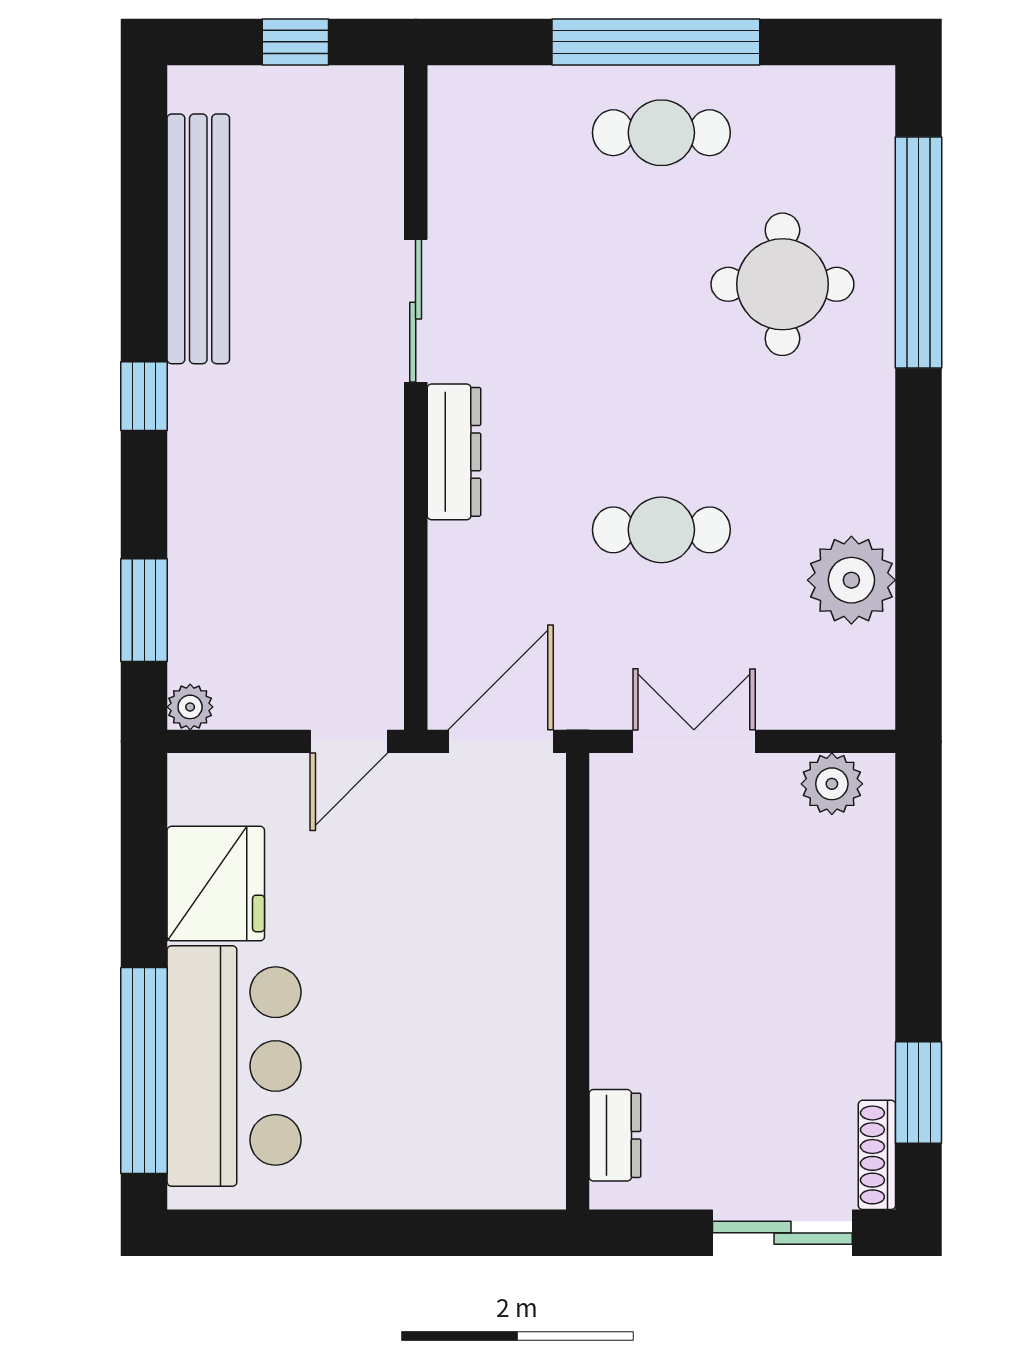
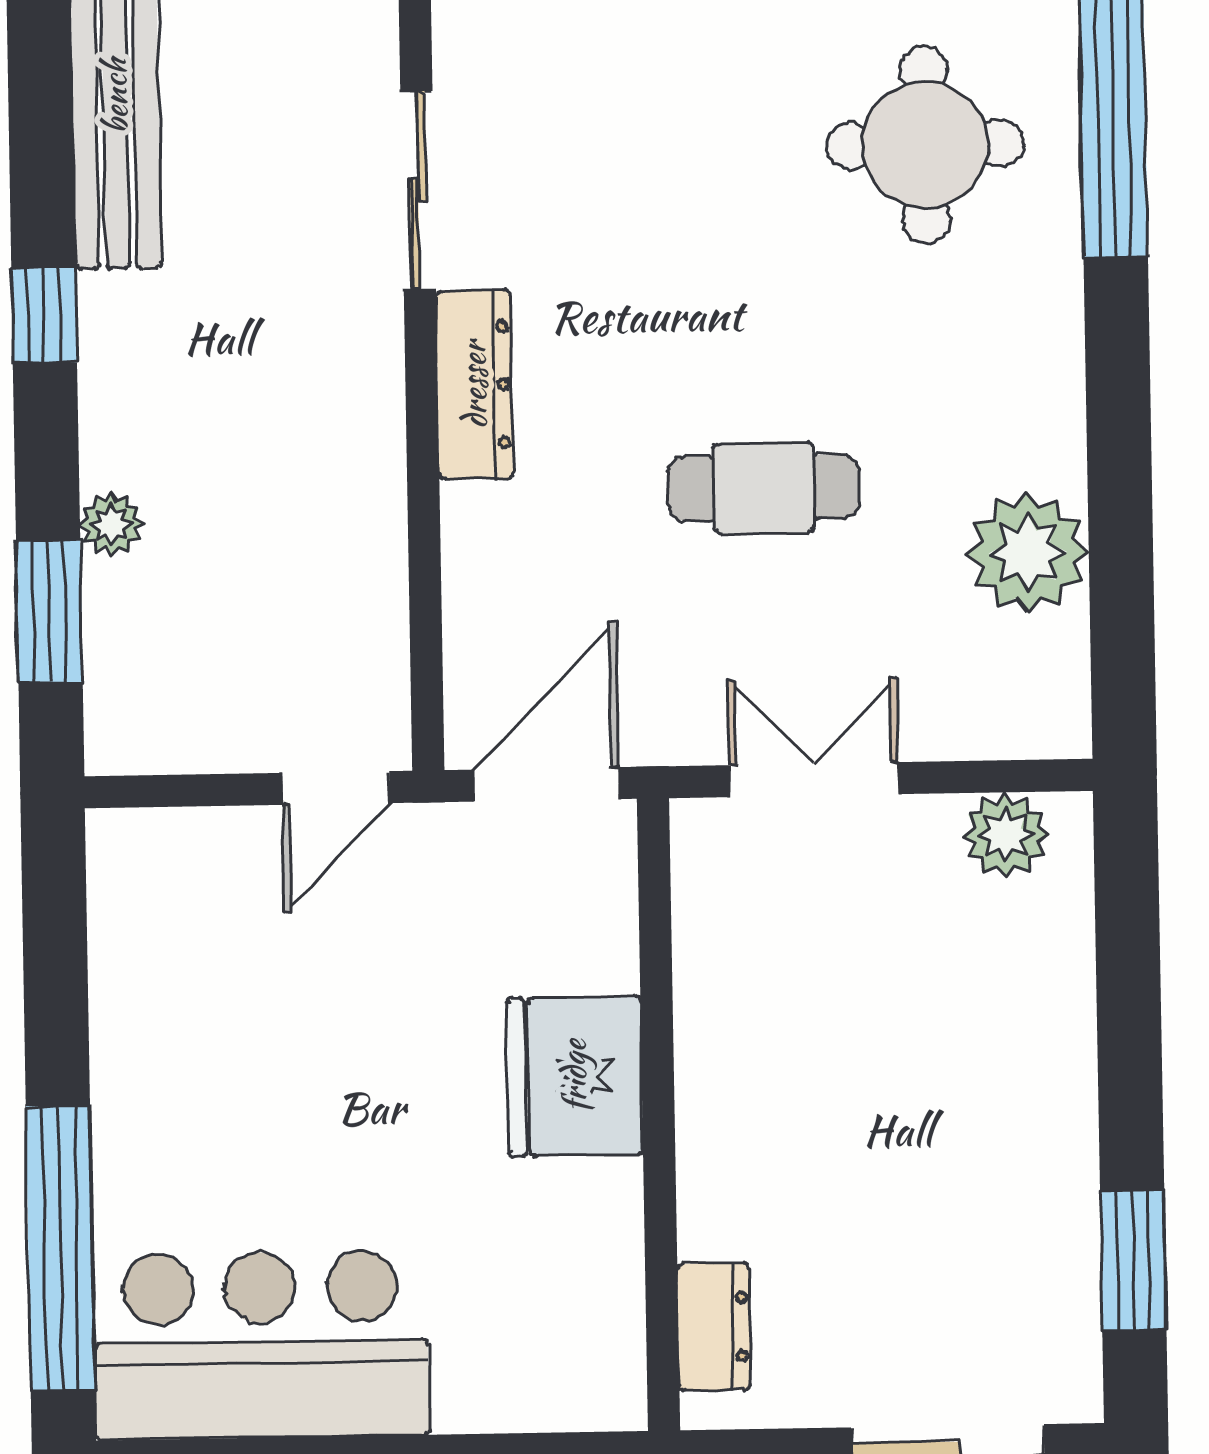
plant: (190, 707) -> (112, 524), moved
fridge: (216, 884) -> (574, 1076), moved, turned 180
bar counter: (234, 1066) -> (261, 1345), moved, turned -90
shoe rack: (877, 1155) -> (1077, 1348), removed

